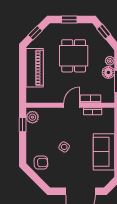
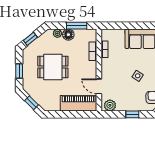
piano: (35, 68) -> (79, 103), moved
door: (72, 105) -> (99, 86), moved
window: (23, 125) -> (132, 114), moved

